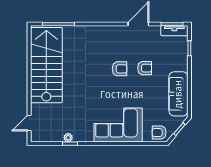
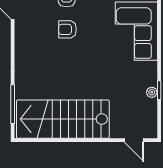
armchair: (120, 69) -> (67, 29), turned -90

